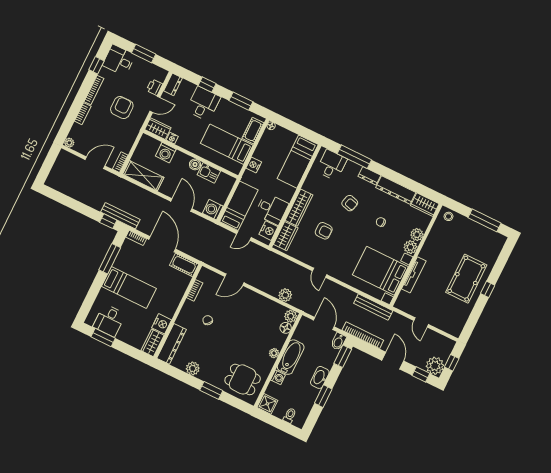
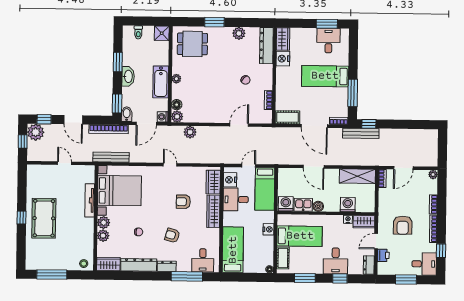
washing machine: (213, 210) -> (286, 204), moved, turned -90
door: (324, 323) -> (146, 124), hinge flipped
washing machine: (278, 377) -> (163, 117), moved

